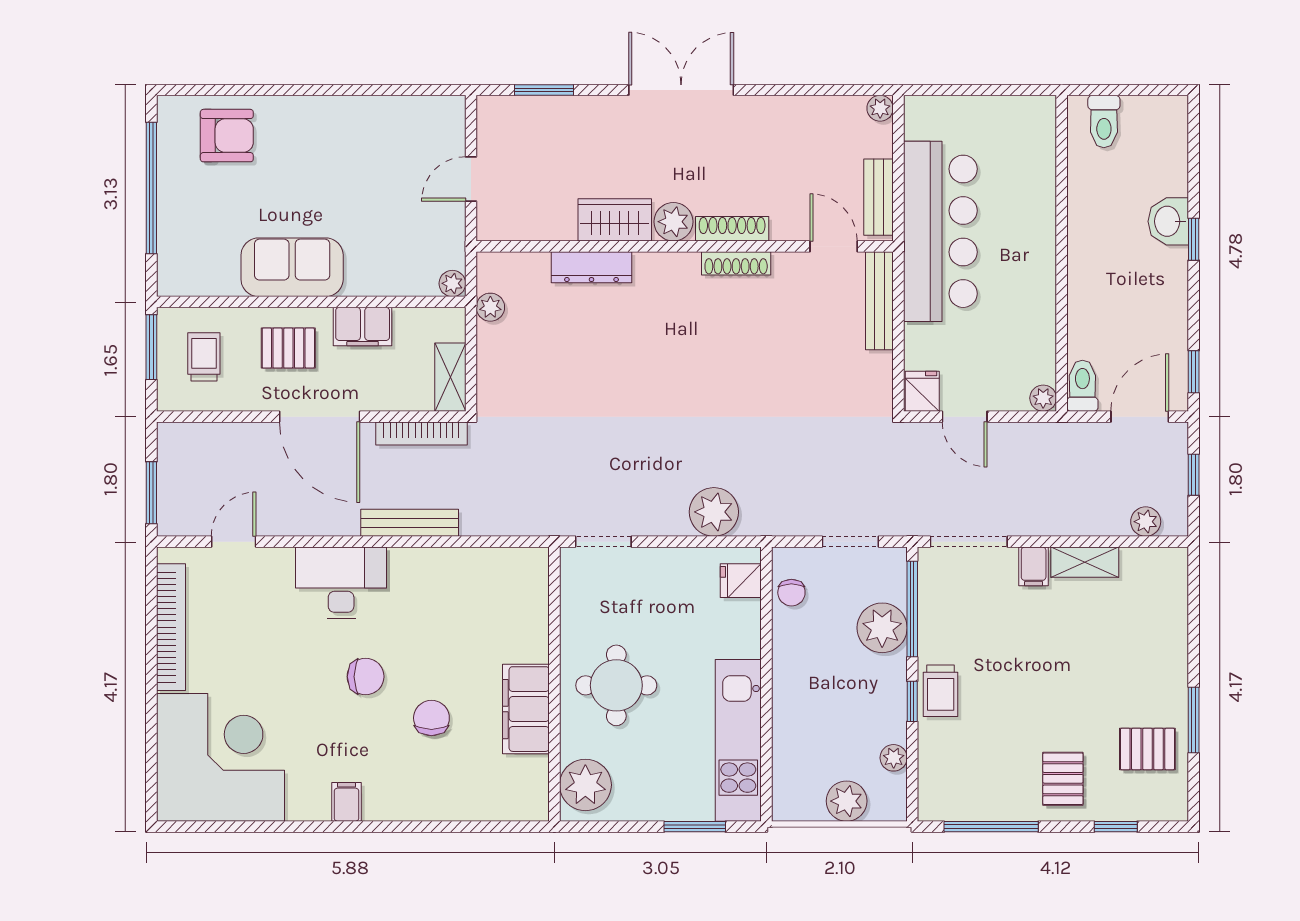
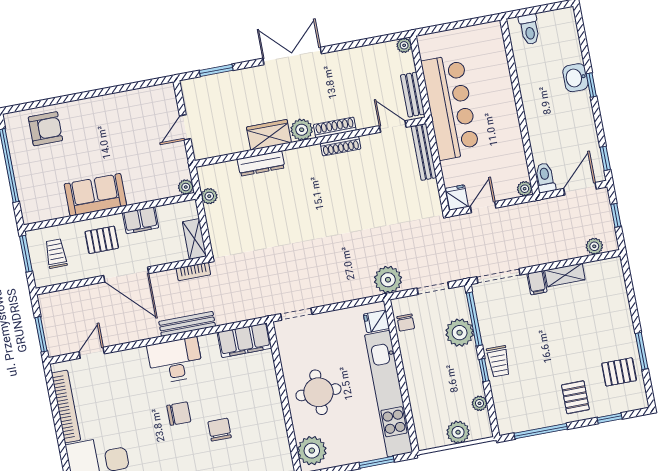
door: (965, 417) -> (483, 207), swing flipped
bookcase: (421, 433) -> (193, 272), width x0.64
plant: (714, 512) -> (388, 280), moved
desk: (341, 583) -> (175, 360), moved
filing cabinet: (526, 709) -> (244, 340), moved, turned -90
kitchen unit: (738, 740) -> (389, 394), width x1.36

